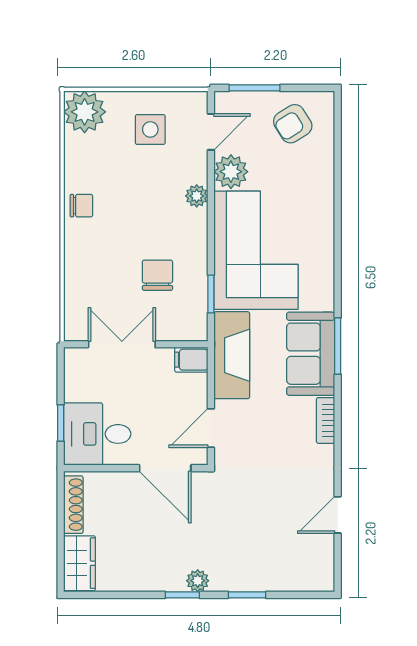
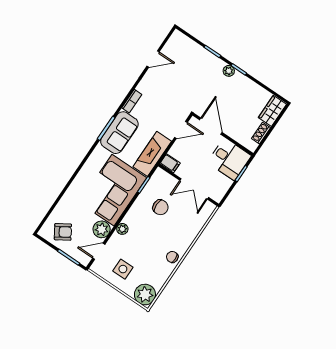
chair: (157, 275) -> (160, 207), turned -90
shoe rack: (73, 505) -> (261, 133), width x0.70

